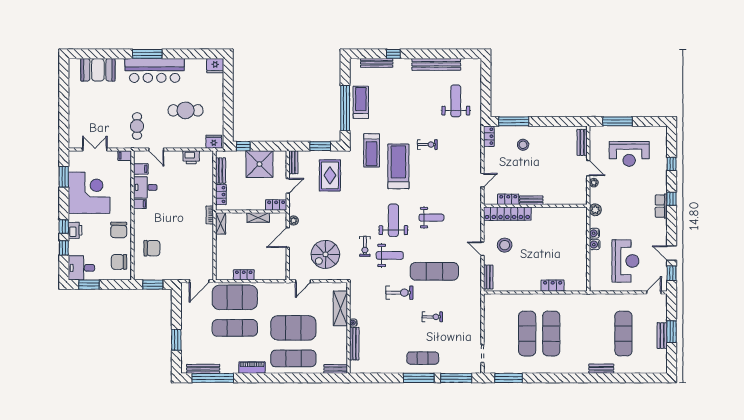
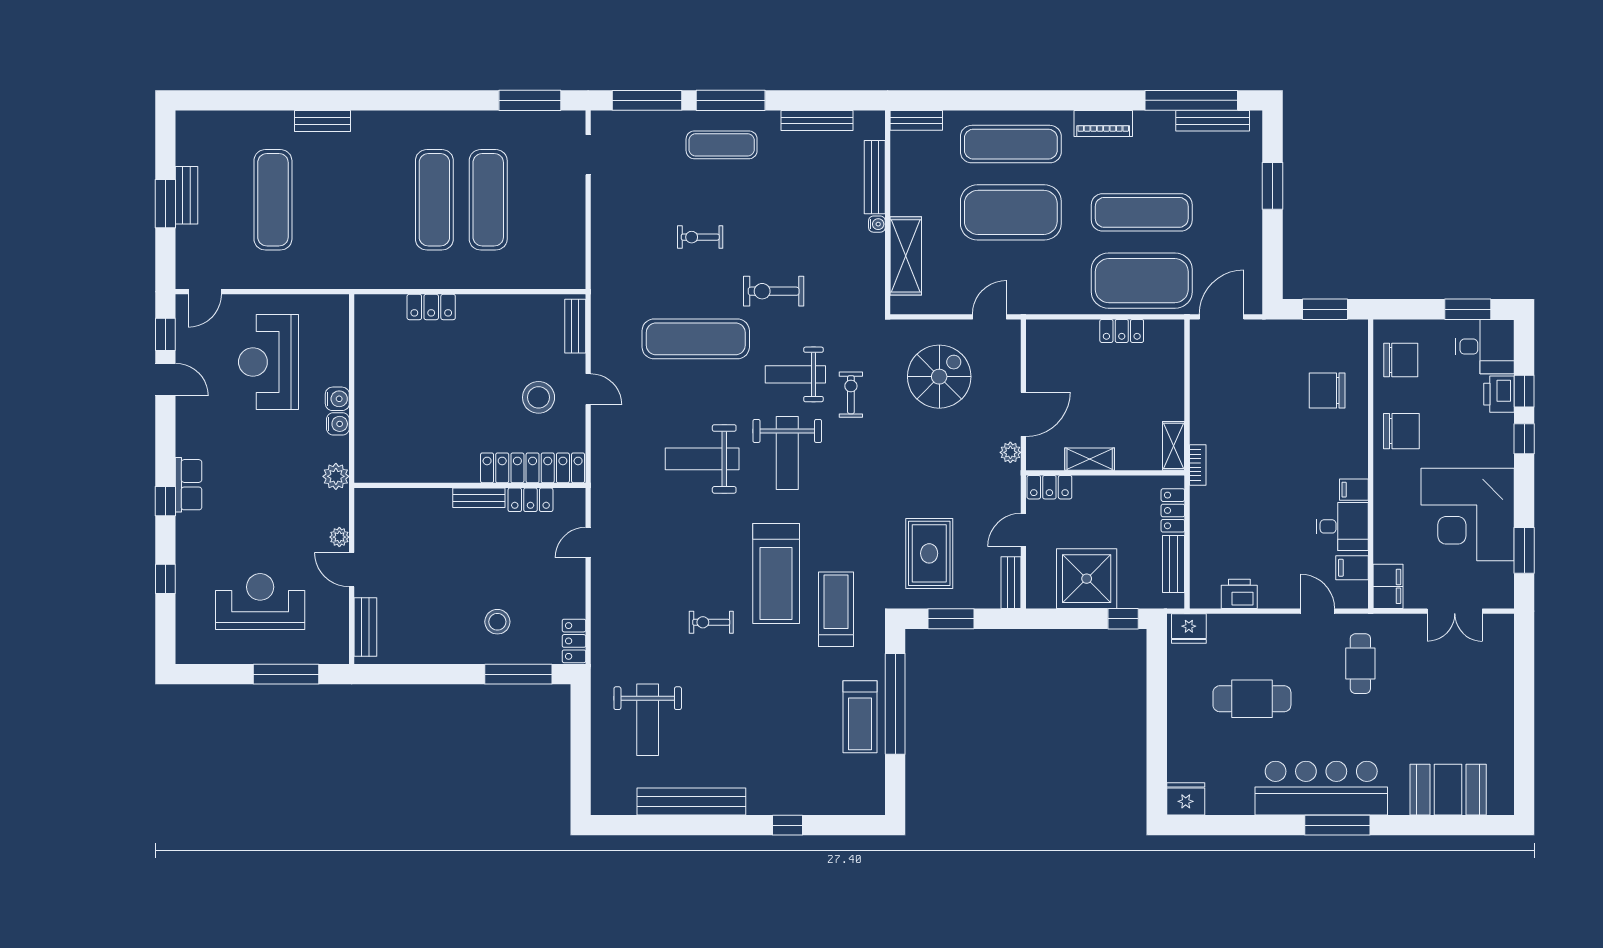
bench: (377, 63) -> (817, 121), moved
filing cabinet: (125, 156) -> (1388, 586), width x2.00
weight bench: (431, 218) -> (702, 459), width x1.36, depth x1.33
printer: (75, 230) -> (1499, 394), moved
chair: (119, 230) -> (1401, 431), turned 90

